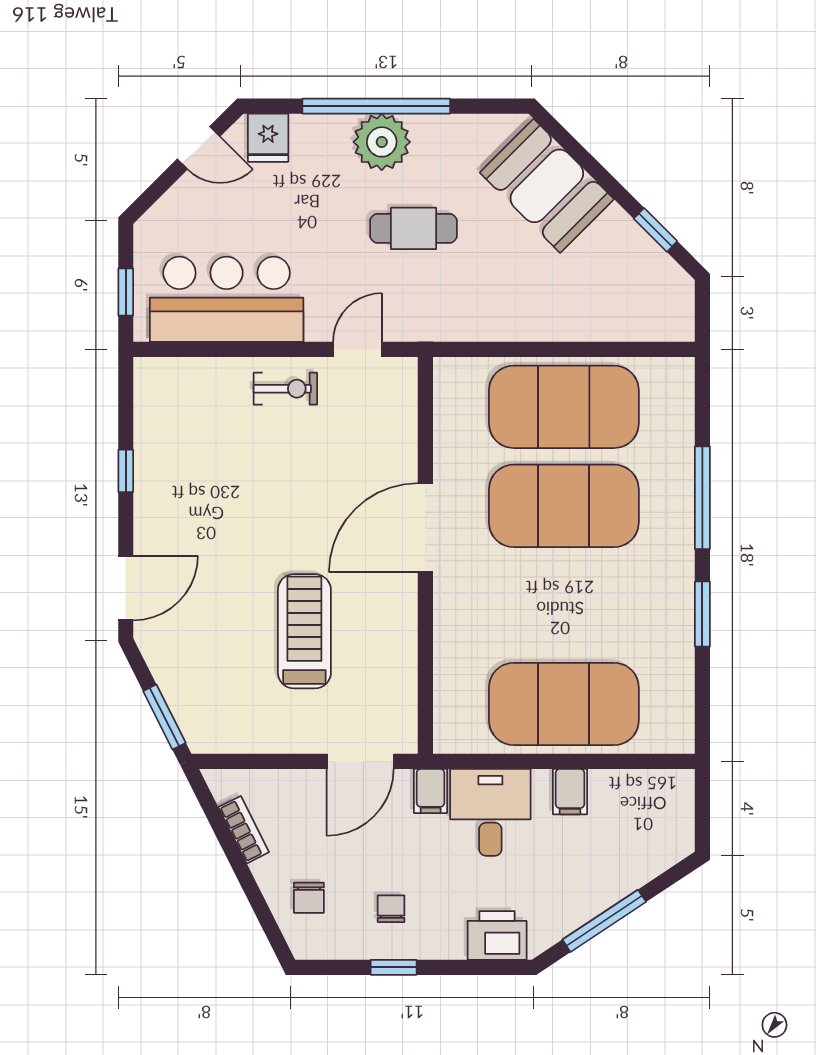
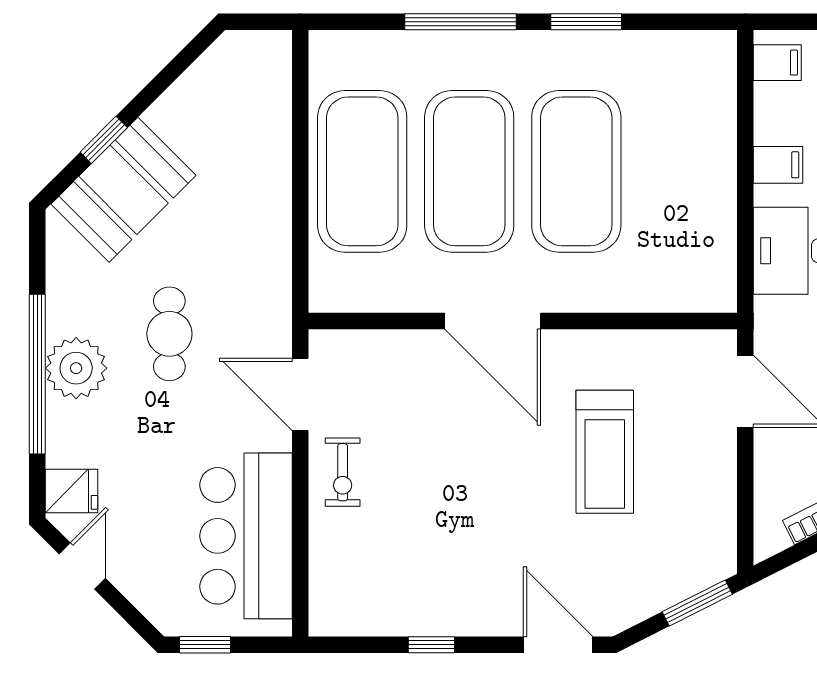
window: (655, 230) -> (104, 140), moved
window: (126, 292) -> (205, 645), moved
door: (358, 349) -> (300, 394), width x1.38
exercise bike: (285, 389) -> (343, 472), turned 180
treadmill: (304, 631) -> (605, 452), turned -90
exercise mat: (564, 704) -> (576, 171), moved
filing cabinet: (431, 791) -> (777, 63), moved

